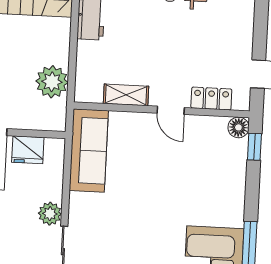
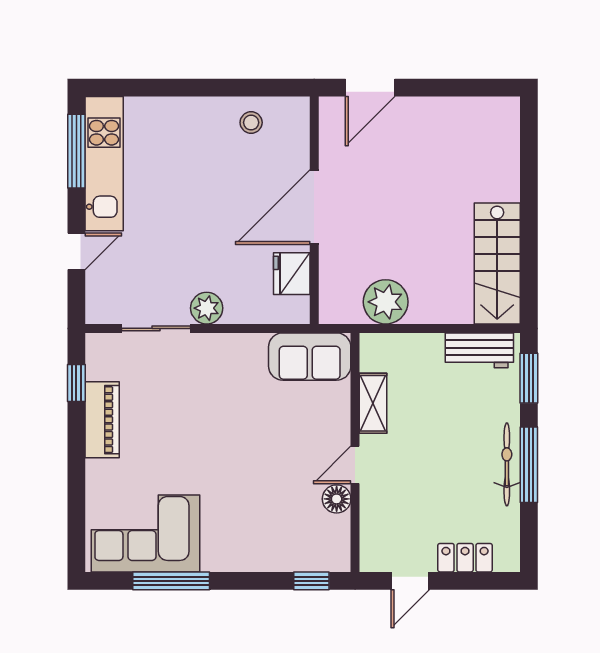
locker: (211, 98) -> (465, 558), moved, turned -90
floor lamp: (238, 127) -> (337, 499), moved
sofa: (89, 151) -> (310, 357), width x0.73

